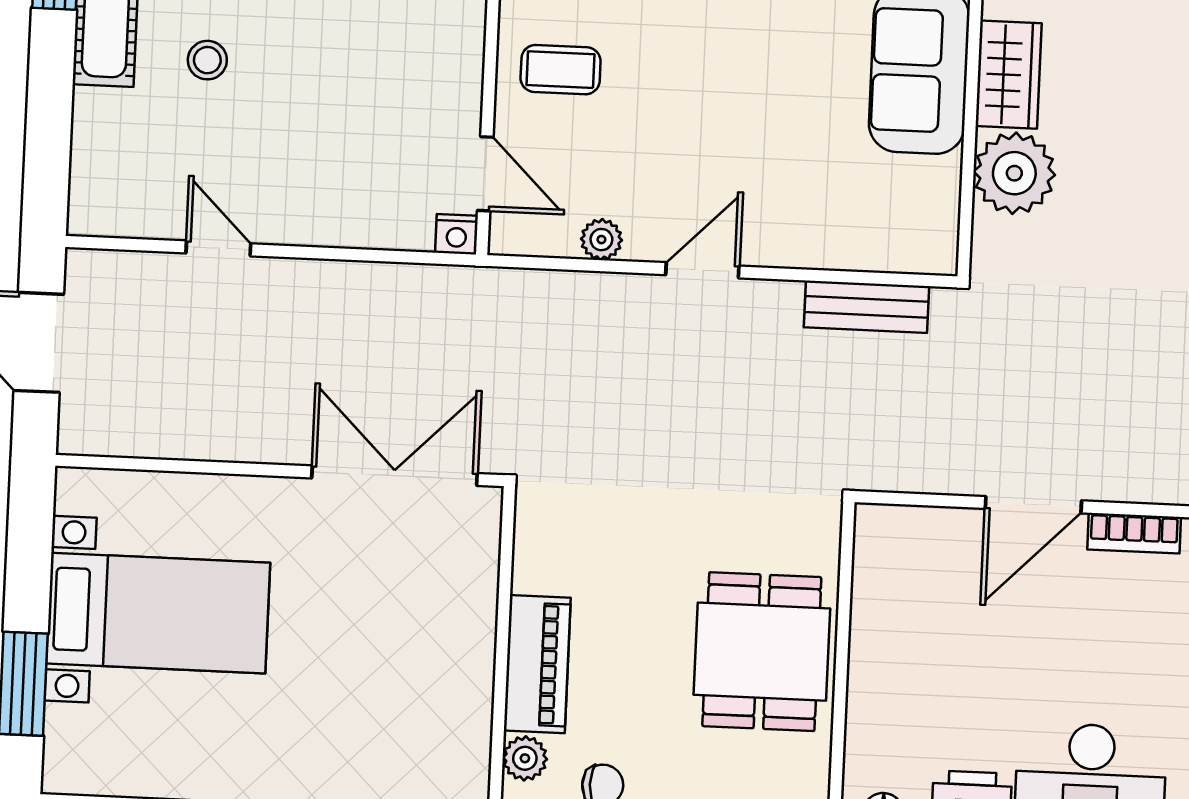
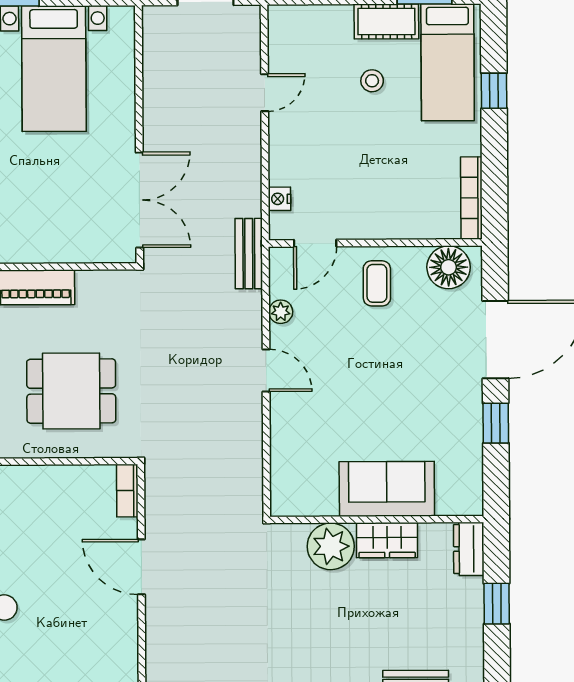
nightstand: (456, 234) -> (279, 199), moved
bench: (867, 307) -> (249, 254), moved
bookcase: (1134, 533) -> (127, 491), moved
dining table: (762, 652) -> (71, 391), moved

